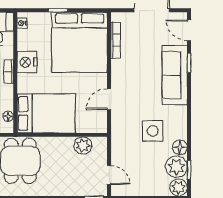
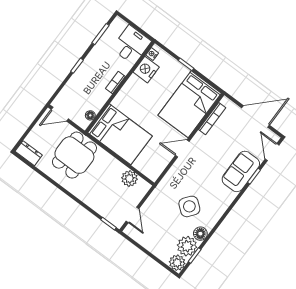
bed: (79, 42) -> (190, 104), width x0.73
nightstand: (27, 62) -> (146, 70), moved
sofa: (175, 75) -> (241, 171), width x0.73
door: (109, 99) -> (182, 148), moved
side table: (153, 131) -> (189, 206), turned 38

